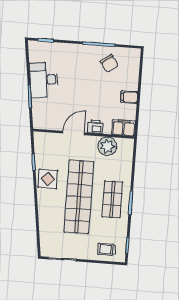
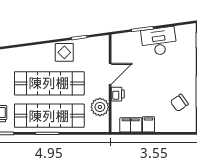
filing cabinet: (124, 128) -> (131, 125), moved, turned -90
door: (74, 133) -> (110, 74), hinge flipped
shop shelf: (112, 199) -> (49, 116), width x2.00, depth x1.36

